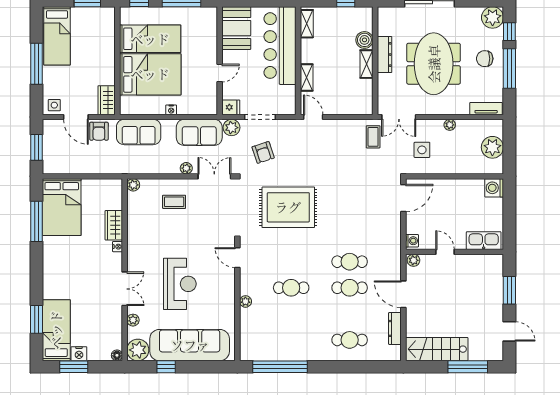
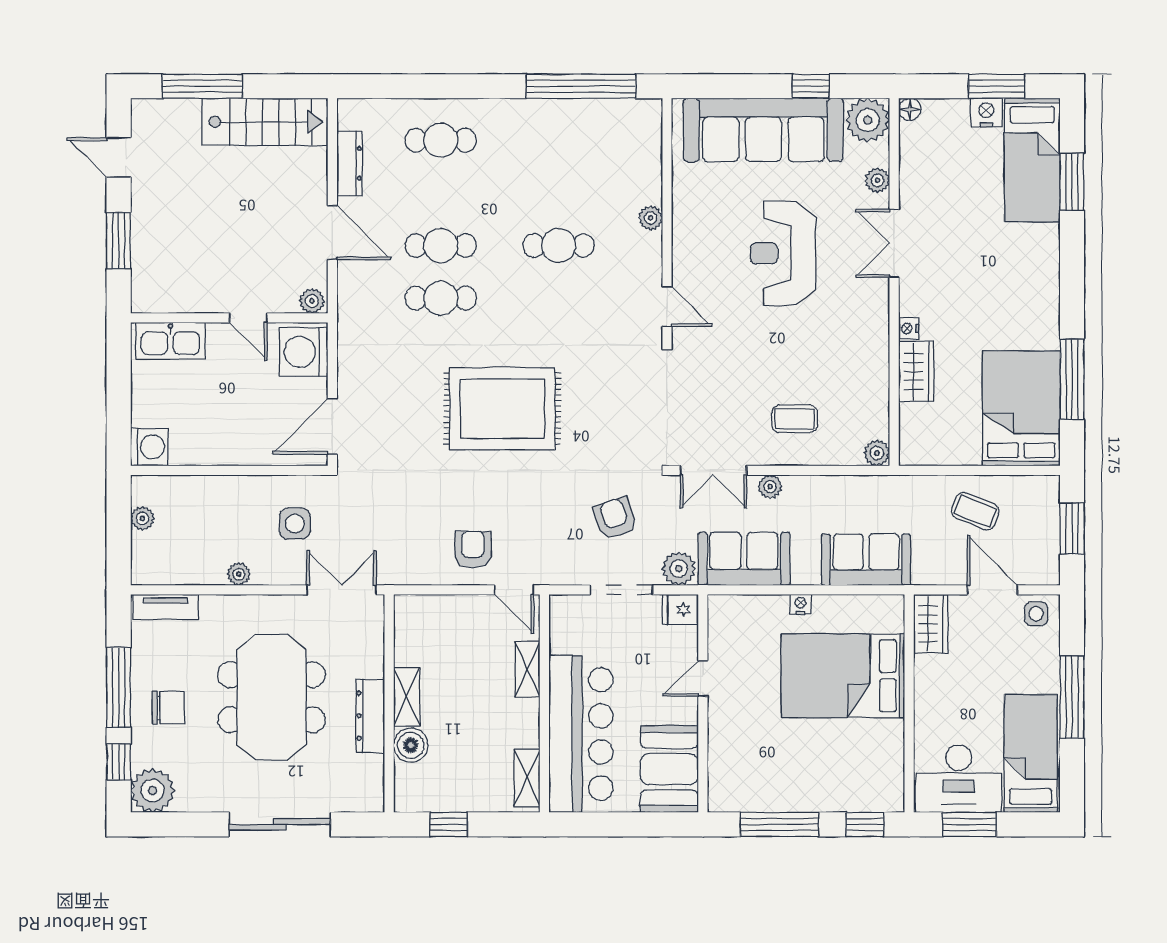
desk: (93, 23) -> (959, 779), added
bed: (150, 39) -> (843, 748), removed
armchair: (99, 131) -> (473, 550), moved
coffee table: (373, 137) -> (975, 511), moved, turned -68
plant: (492, 147) -> (142, 518), width x0.53, depth x0.53
rug: (288, 207) -> (502, 409), moved
washing machine: (412, 241) -> (304, 352), width x1.89, depth x1.89

